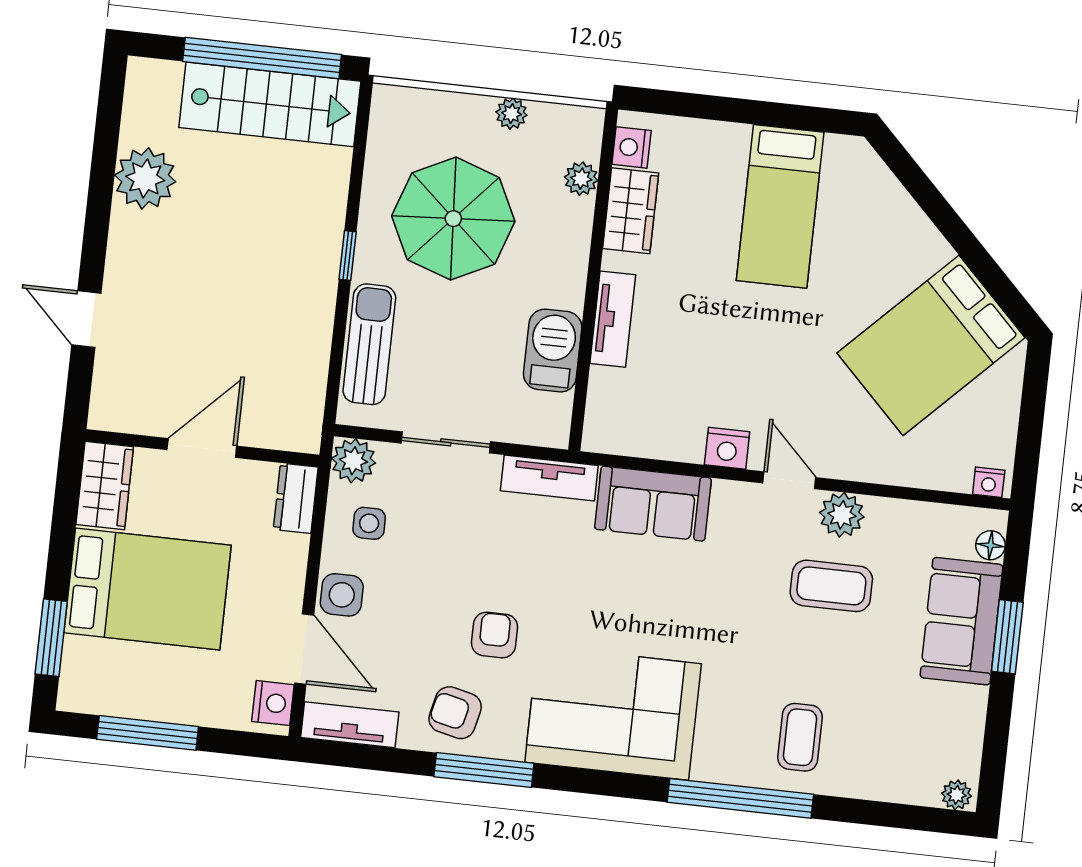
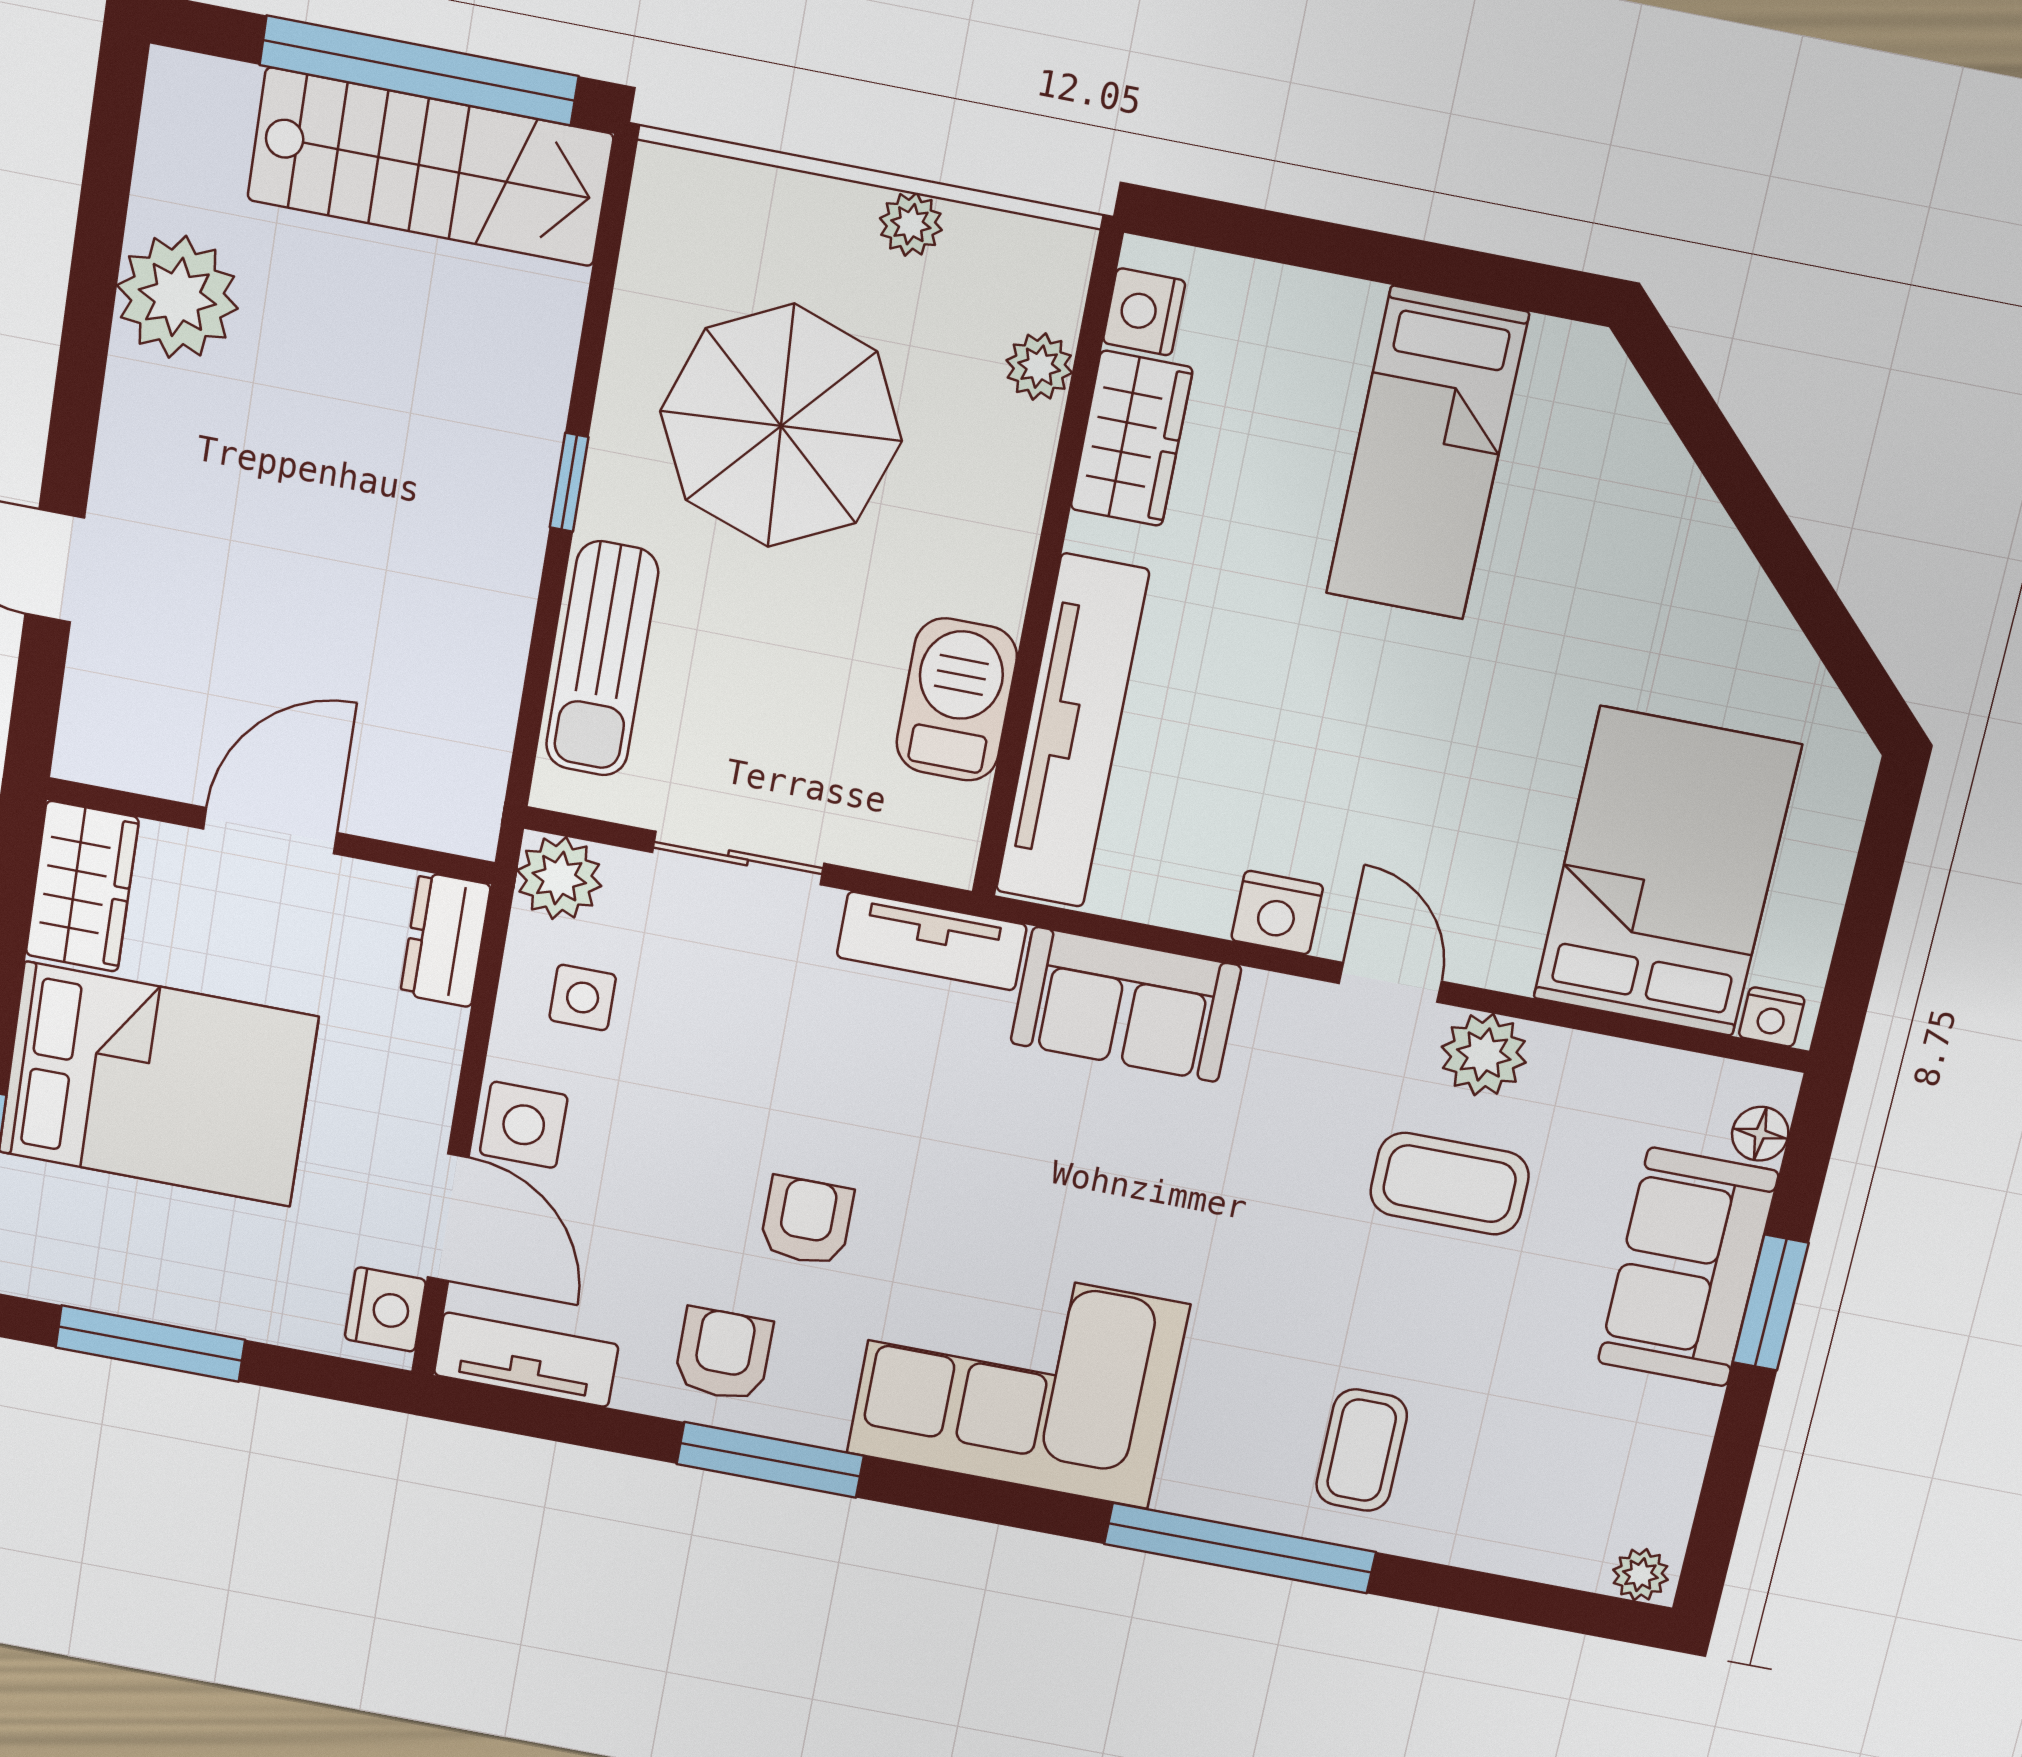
tv unit: (613, 319) -> (1072, 732), width x1.92, depth x1.29
sun lounger: (369, 344) -> (602, 659), turned 180
bed: (931, 345) -> (1667, 872), moved, turned 135
armchair: (455, 713) -> (723, 1354), turned 77

